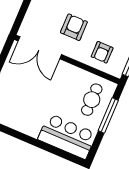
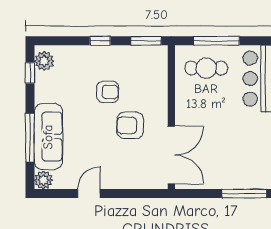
armchair: (102, 52) -> (108, 92), moved

